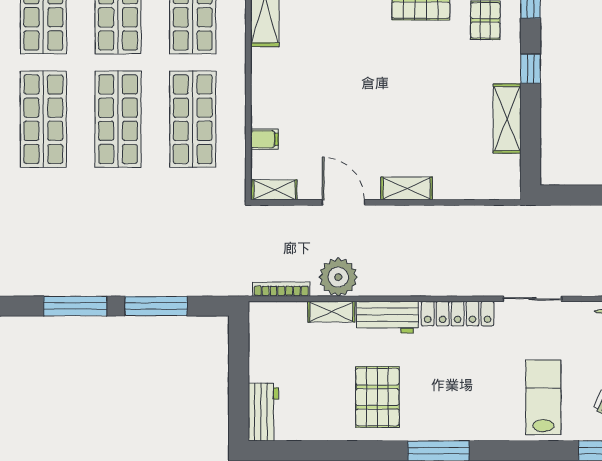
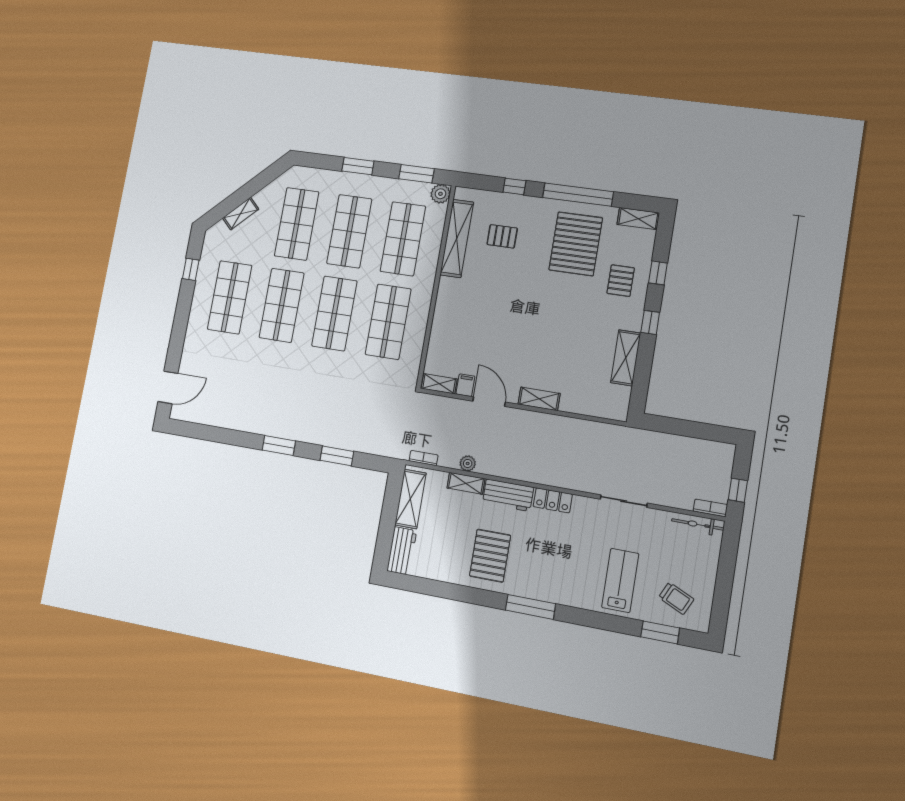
filing cabinet: (264, 139) -> (465, 385), moved, turned -90
plant: (338, 277) -> (468, 463), width x0.53, depth x0.53
bookcase: (281, 289) -> (424, 458), width x0.64
window: (75, 306) -> (279, 446), width x0.69
window: (156, 306) -> (337, 456), width x0.69
locker: (458, 314) -> (553, 500), width x0.66
shelving: (263, 344) -> (410, 499), added

